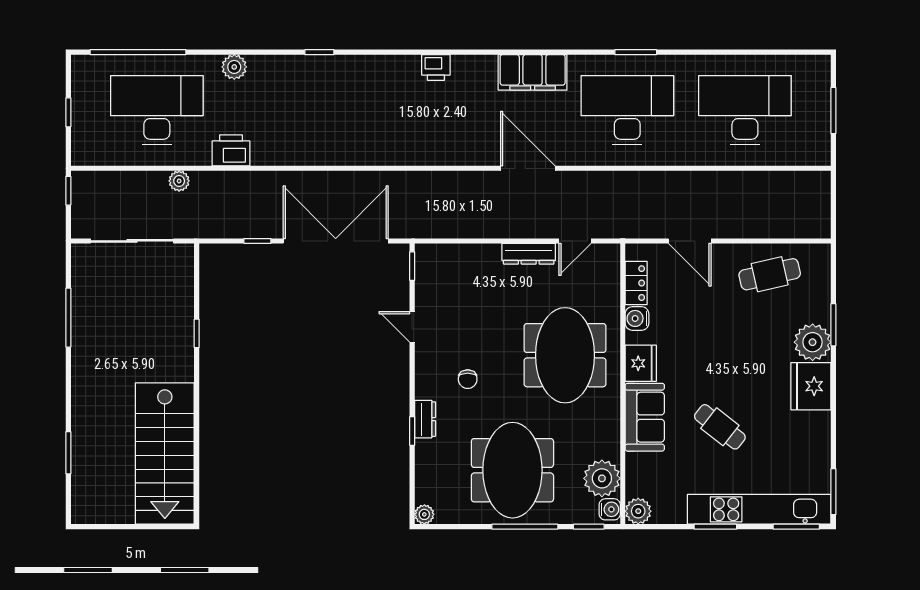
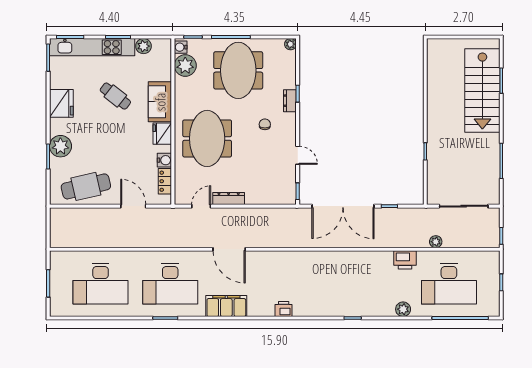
cafe table: (770, 274) -> (86, 186), width x1.37, depth x1.35
fridge: (811, 386) -> (61, 103), moved
stairs: (165, 453) -> (482, 91), moved, turned 180
plant: (638, 511) -> (144, 46), moved

